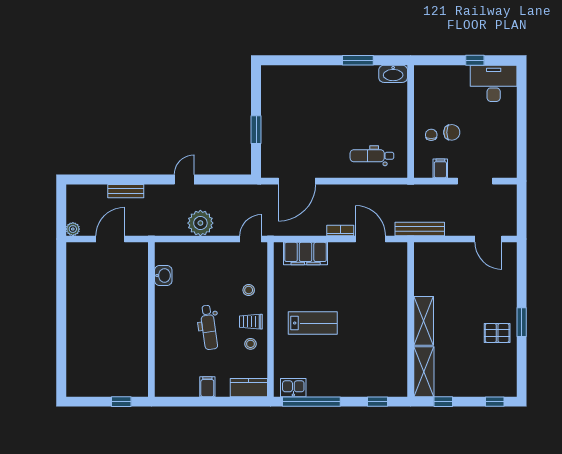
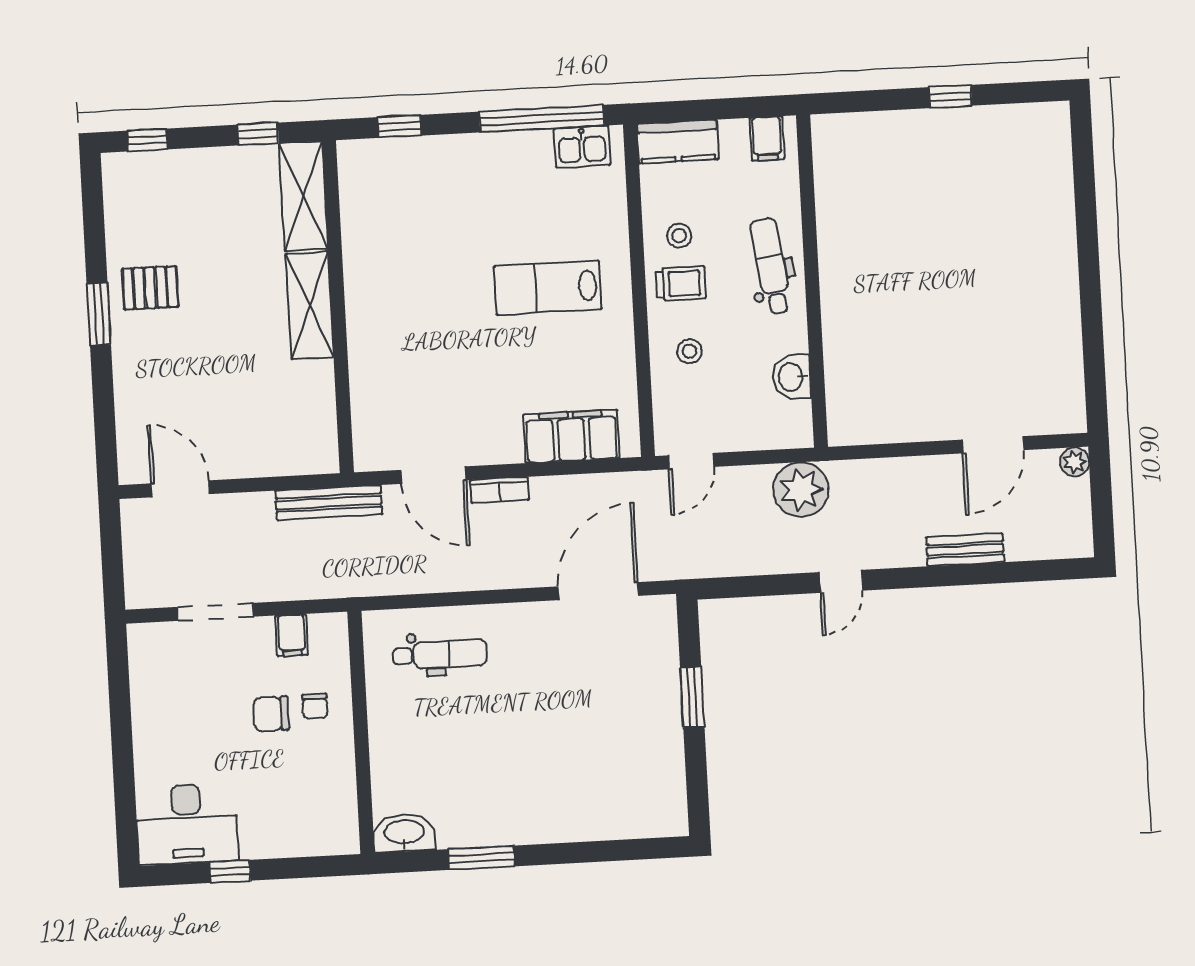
washbasin: (163, 276) -> (792, 377), moved
wall: (151, 320) -> (812, 281), moved

